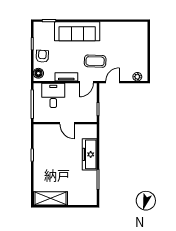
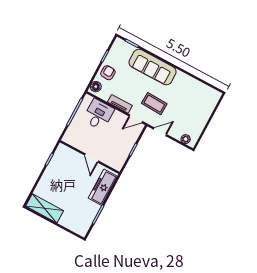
wall: (65, 123) -> (90, 157), moved
door: (67, 123) -> (92, 158), moved

